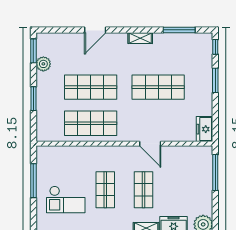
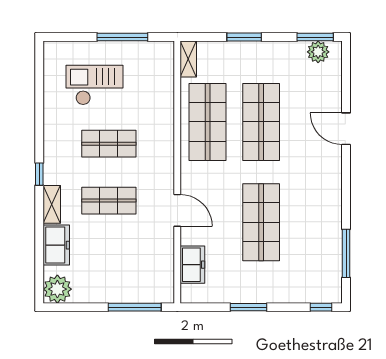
shelving: (140, 38) -> (188, 59), moved
plant: (43, 64) -> (318, 52), moved
window: (215, 80) -> (248, 307), moved
freezer: (205, 129) -> (192, 265), moved, turned 90
door: (150, 144) -> (177, 210), swing flipped
checkout: (66, 199) -> (94, 85), turned 90

